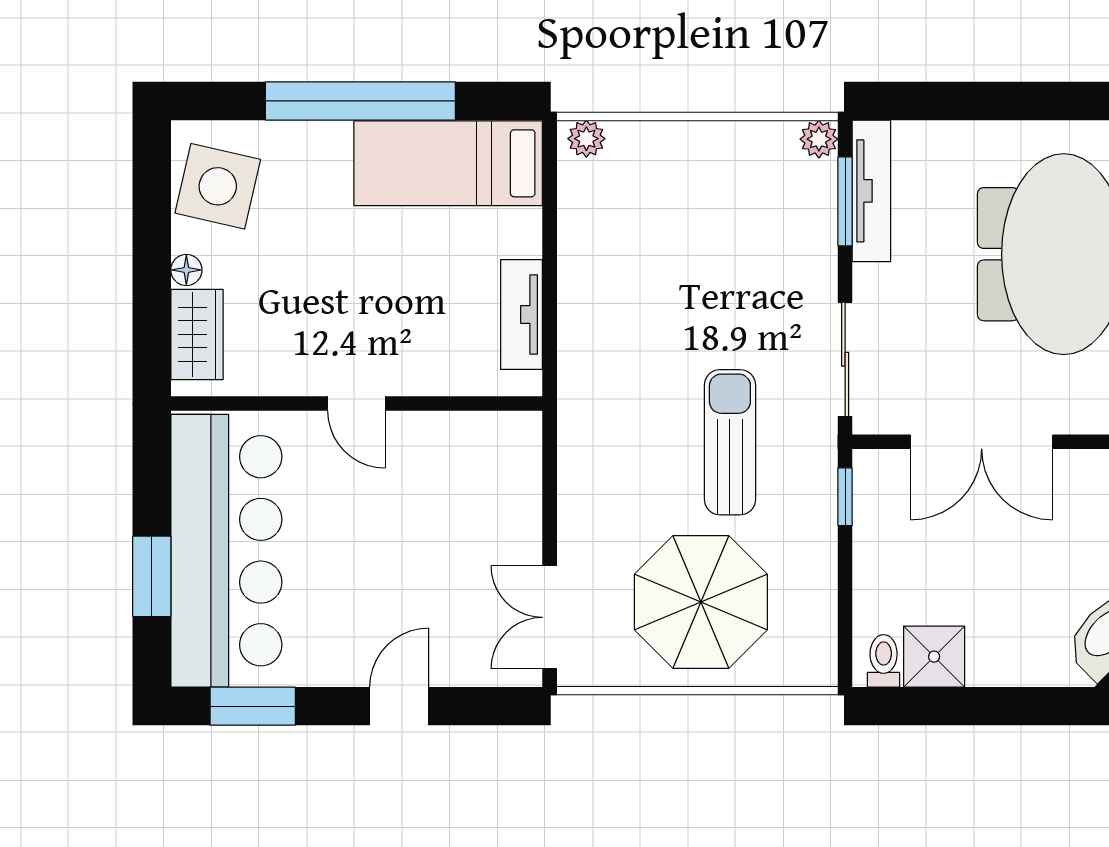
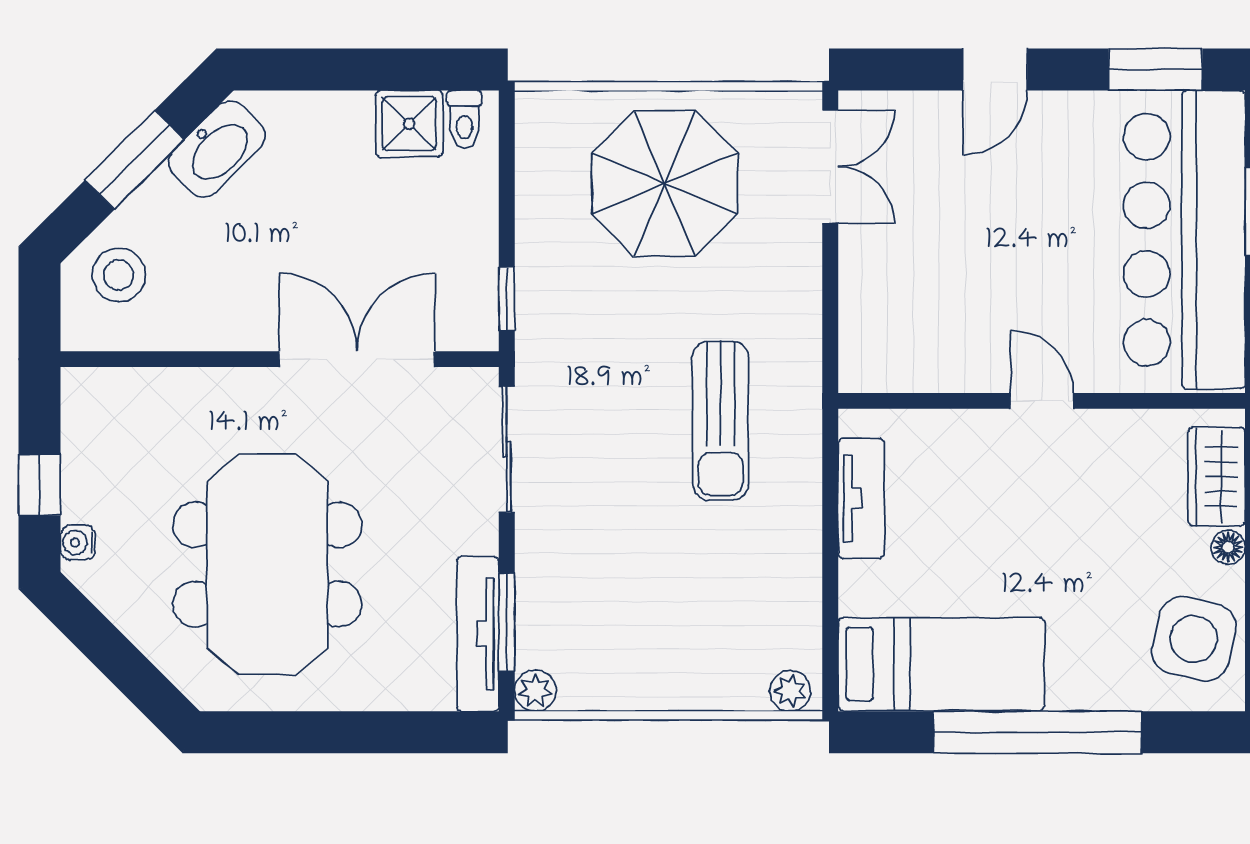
sun lounger: (730, 442) -> (721, 421), moved

